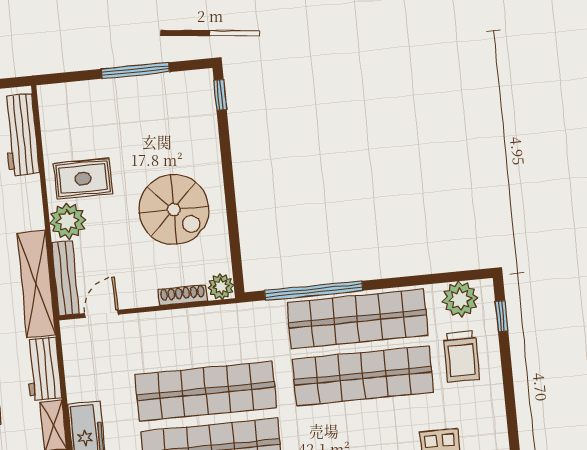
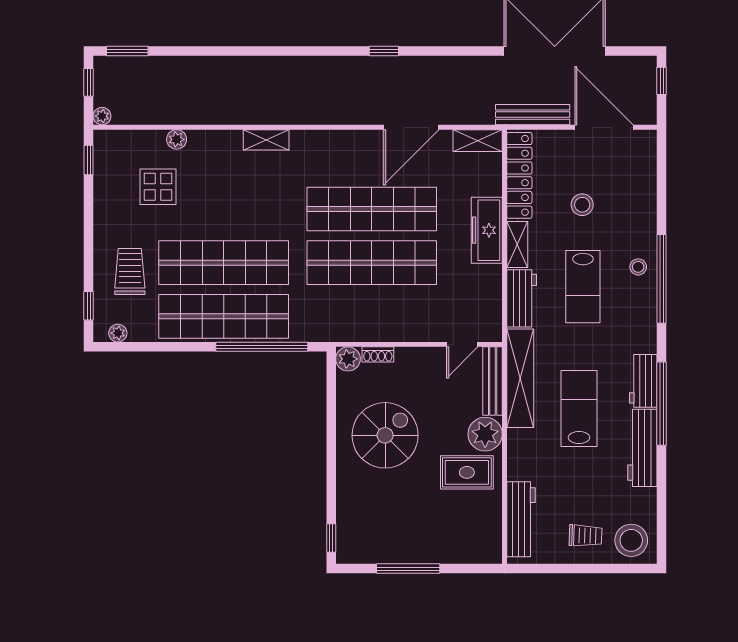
spiral stairs: (174, 209) -> (385, 435), turned 90
shoe rack: (183, 295) -> (378, 354), width x0.70
plant: (460, 299) -> (118, 333), width x0.53, depth x0.53

